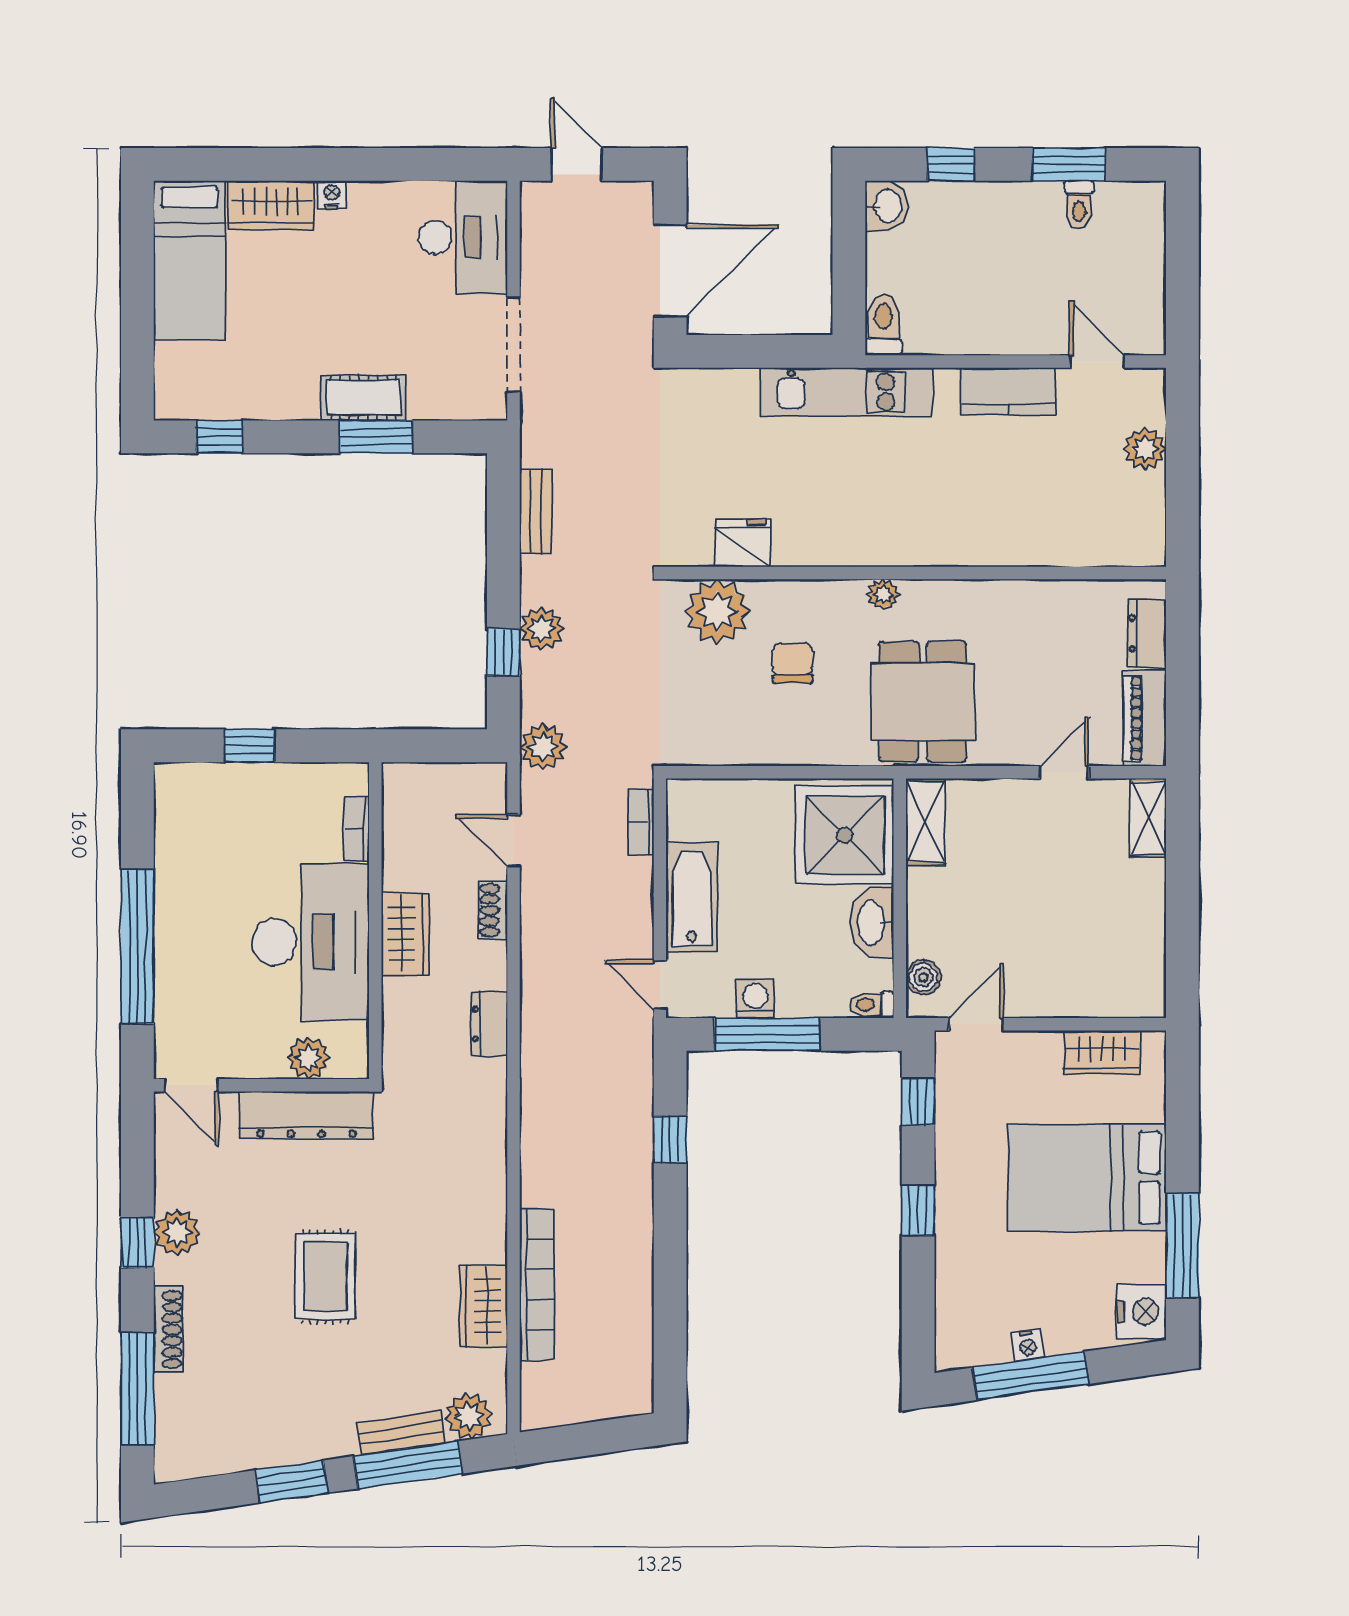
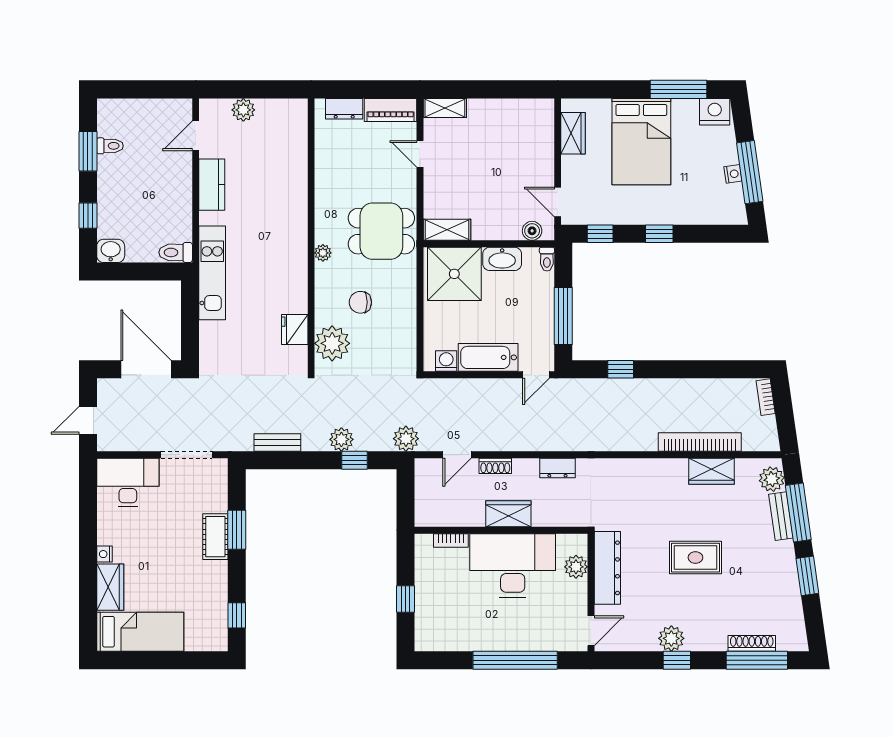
bookcase: (641, 822) -> (766, 397), moved, turned 82
washing machine: (755, 999) -> (446, 361), moved, turned 90
shoe rack: (168, 1330) -> (752, 643), moved

